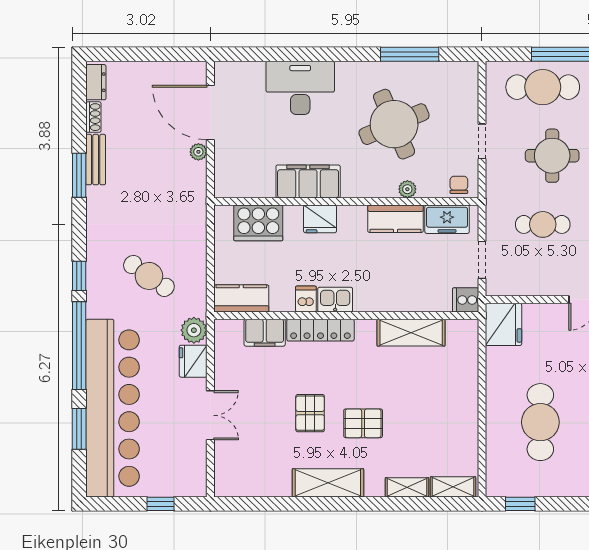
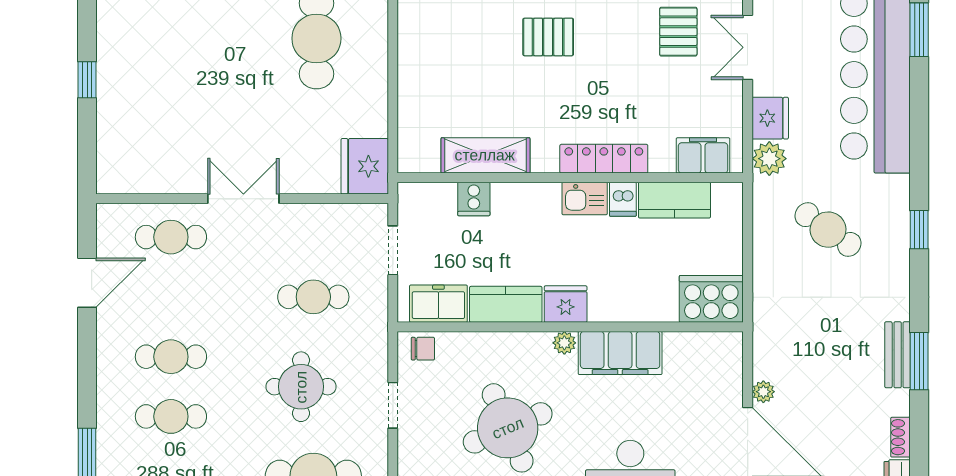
bench: (96, 160) -> (898, 355), moved
chair: (459, 185) -> (423, 349), turned -90
plant: (407, 189) -> (564, 343), moved
fridge: (320, 219) -> (566, 304), moved
cooker: (258, 223) -> (711, 299), moved
kitchen counter: (241, 298) -> (674, 200), moved
cooker: (466, 300) -> (474, 199), moved, turned 90
filing cabinet: (265, 333) -> (703, 155), moved
window: (79, 346) -> (919, 138), removed
pallet: (310, 413) -> (678, 32), moved

